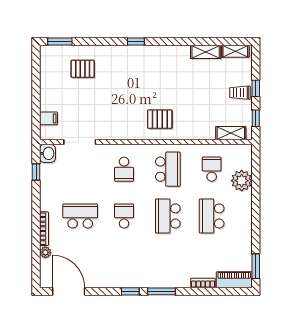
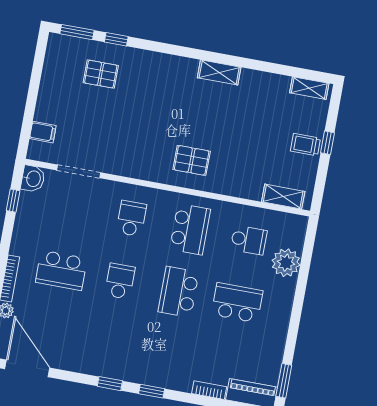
window: (136, 42) -> (116, 39), moved
shelving: (206, 52) -> (219, 72), moved
window: (256, 118) -> (320, 183), removed
school desk: (124, 169) -> (131, 218), turned 180
school desk: (212, 169) -> (249, 240), turned 90
school desk: (80, 216) -> (61, 270), turned 180
school desk: (212, 216) -> (237, 303), turned 90
window: (162, 291) -> (152, 391), width x0.67

